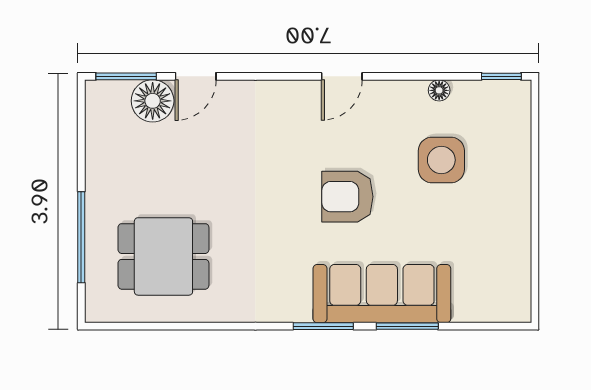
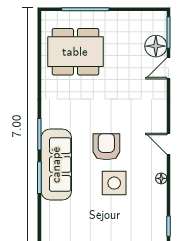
door: (196, 76) -> (168, 68), hinge flipped
floor lamp: (439, 90) -> (161, 178), moved
side table: (441, 160) -> (114, 183), moved
dining table: (163, 256) -> (75, 52), width x1.38

